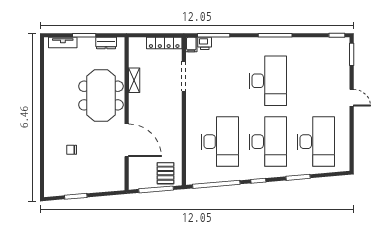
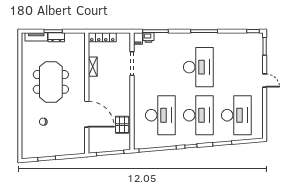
dresser: (106, 43) -> (56, 37), moved
locker: (164, 43) -> (102, 37), moved
meeting table: (101, 96) -> (51, 82), moved
pallet: (166, 173) -> (122, 125), moved

